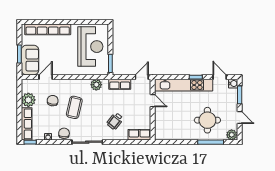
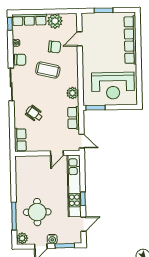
sofa: (30, 60) -> (97, 22), removed
door: (46, 77) -> (80, 39), swing flipped
water cooler: (233, 84) -> (52, 239), moved

